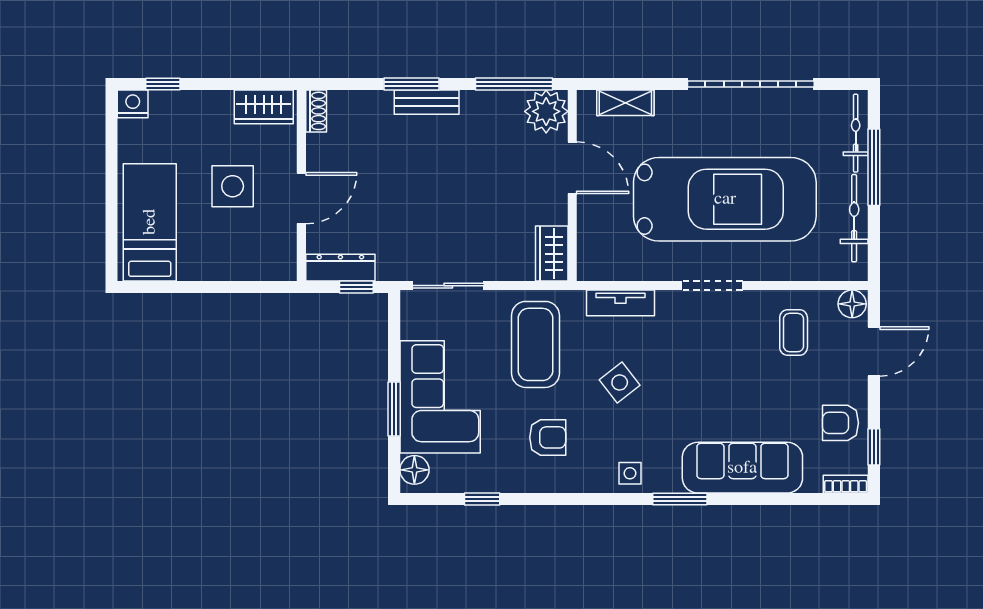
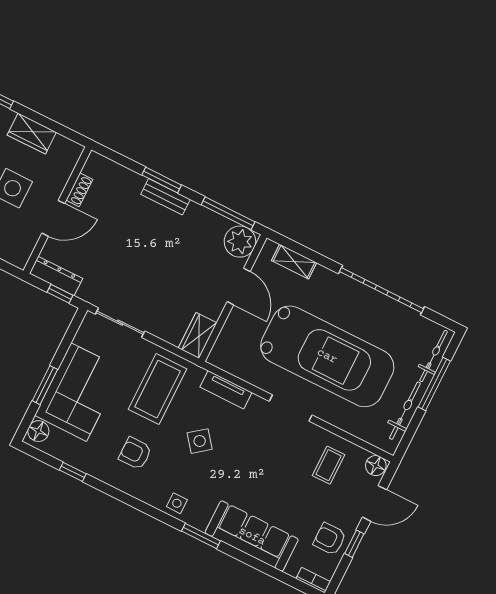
wardrobe: (264, 107) -> (32, 134), moved
shoe rack: (316, 111) -> (79, 190), moved
armchair: (548, 437) -> (135, 453), turned 180
window: (874, 447) -> (354, 544), moved

